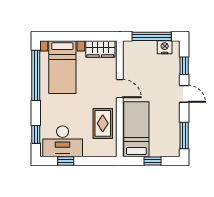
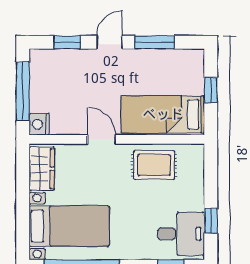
nightstand: (165, 47) -> (39, 124), moved
door: (120, 89) -> (102, 139), hinge flipped
window: (184, 135) -> (154, 42), moved
desk: (63, 141) -> (181, 234), width x0.73

